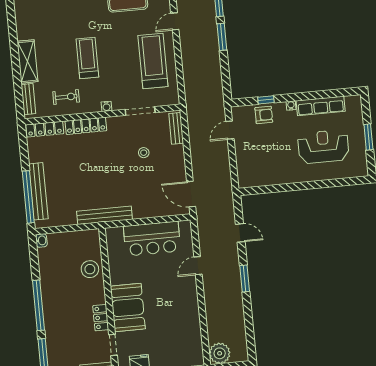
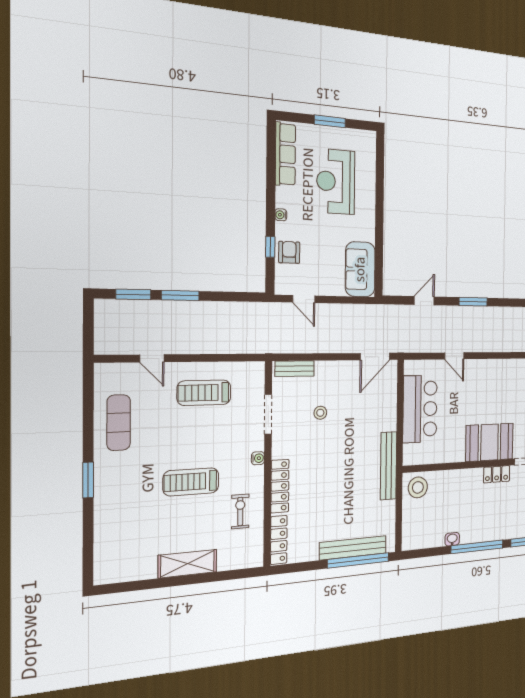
treadmill: (153, 61) -> (204, 393), width x0.73, depth x0.73
bench: (28, 99) -> (238, 562), removed
row of seats: (321, 106) -> (285, 154), moved
sofa: (258, 174) -> (360, 269), added
washbasin: (41, 240) -> (452, 539), moved
stool: (90, 269) -> (418, 487), moved

